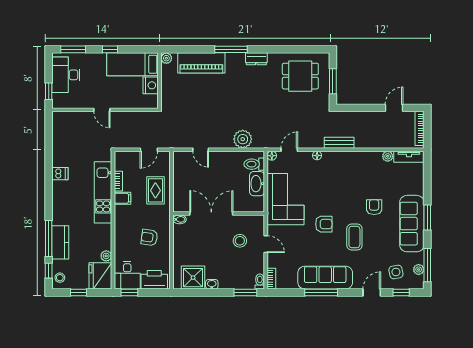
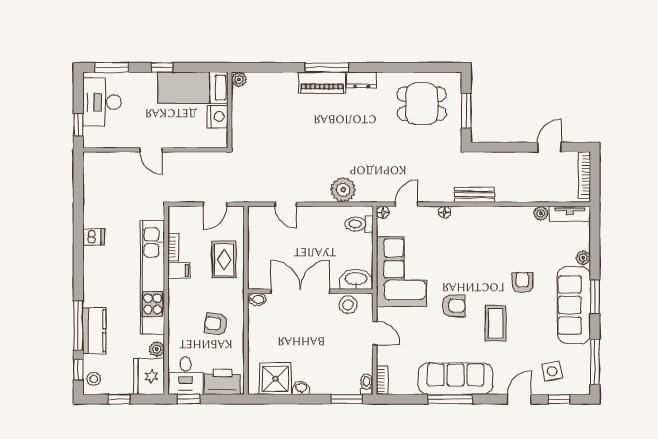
piano: (201, 63) -> (322, 82), moved, width x0.73, depth x0.75
washbasin: (257, 184) -> (356, 279), moved, turned 90
kitchen unit: (103, 192) -> (153, 278), width x1.36
stool: (240, 241) -> (348, 305), moved
plant: (419, 269) -> (583, 258), moved

